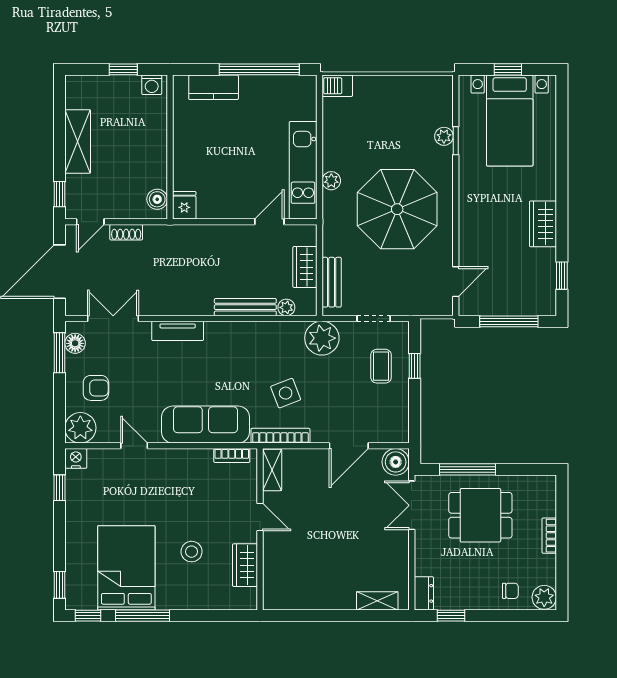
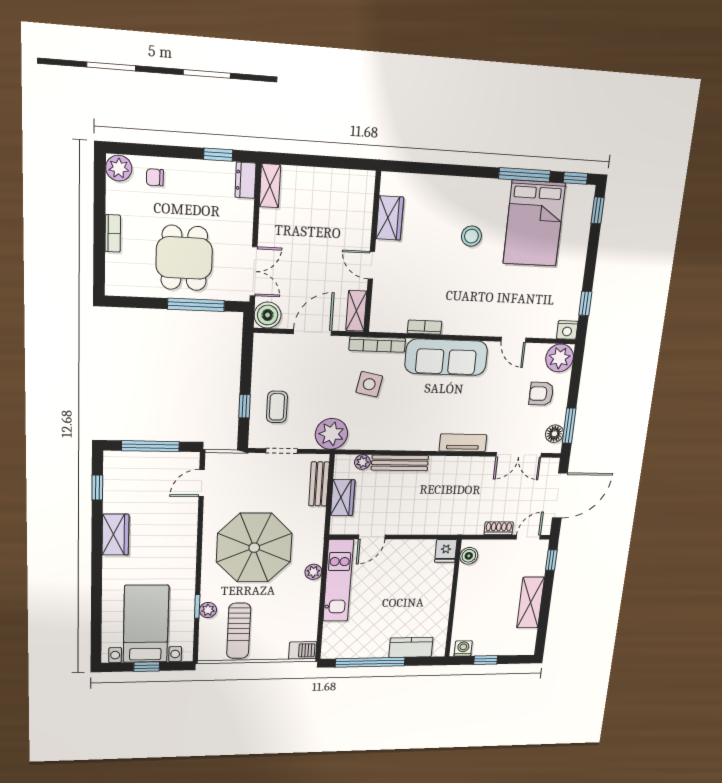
sun lounger: (410, 111) -> (239, 631), added
side table: (286, 393) -> (369, 384), turned 32
shelving: (272, 470) -> (356, 311), moved
dining table: (480, 515) -> (184, 258), turned 90
door: (260, 517) -> (371, 265), moved
wall: (260, 529) -> (372, 253), moved
wardrobe: (245, 565) -> (390, 218), moved
shelving: (377, 601) -> (270, 186), moved, turned 90

